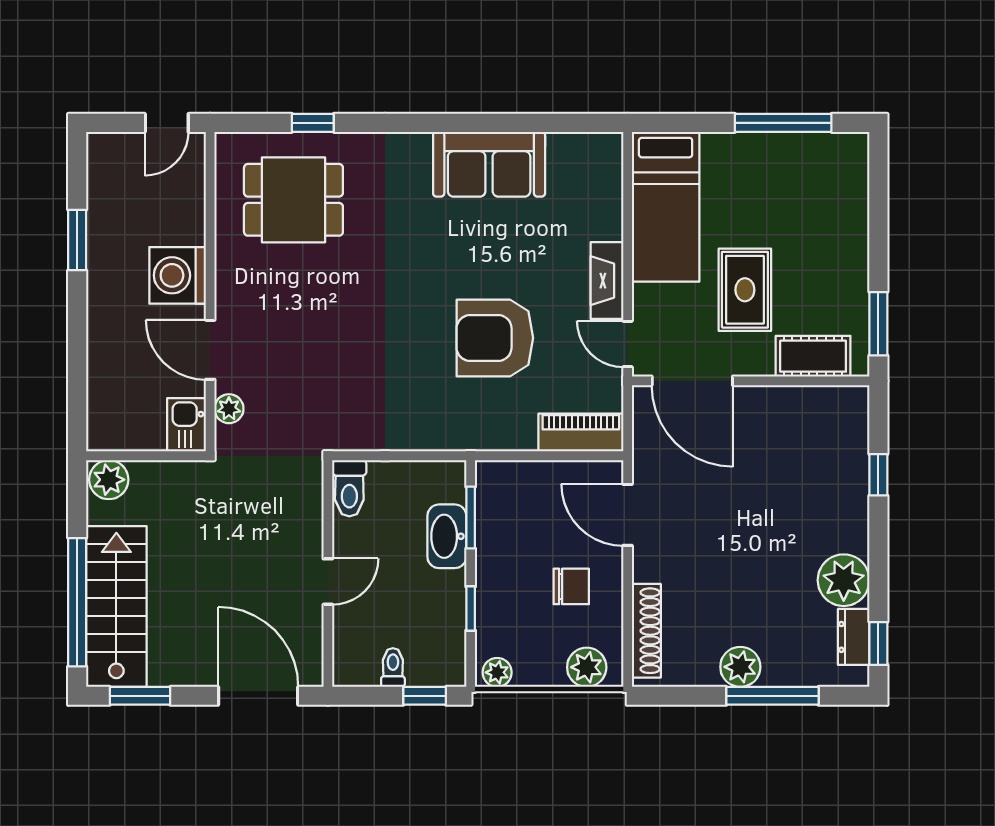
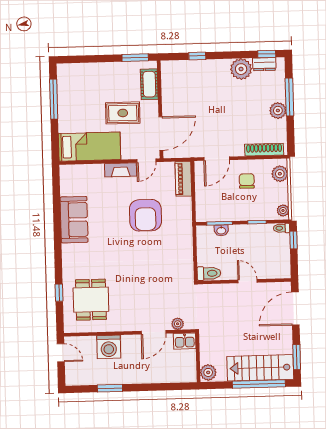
washing machine: (178, 275) -> (109, 347), moved
washbasin: (447, 536) -> (221, 230), width x0.52, depth x0.69
toilet: (393, 668) -> (281, 228), moved

